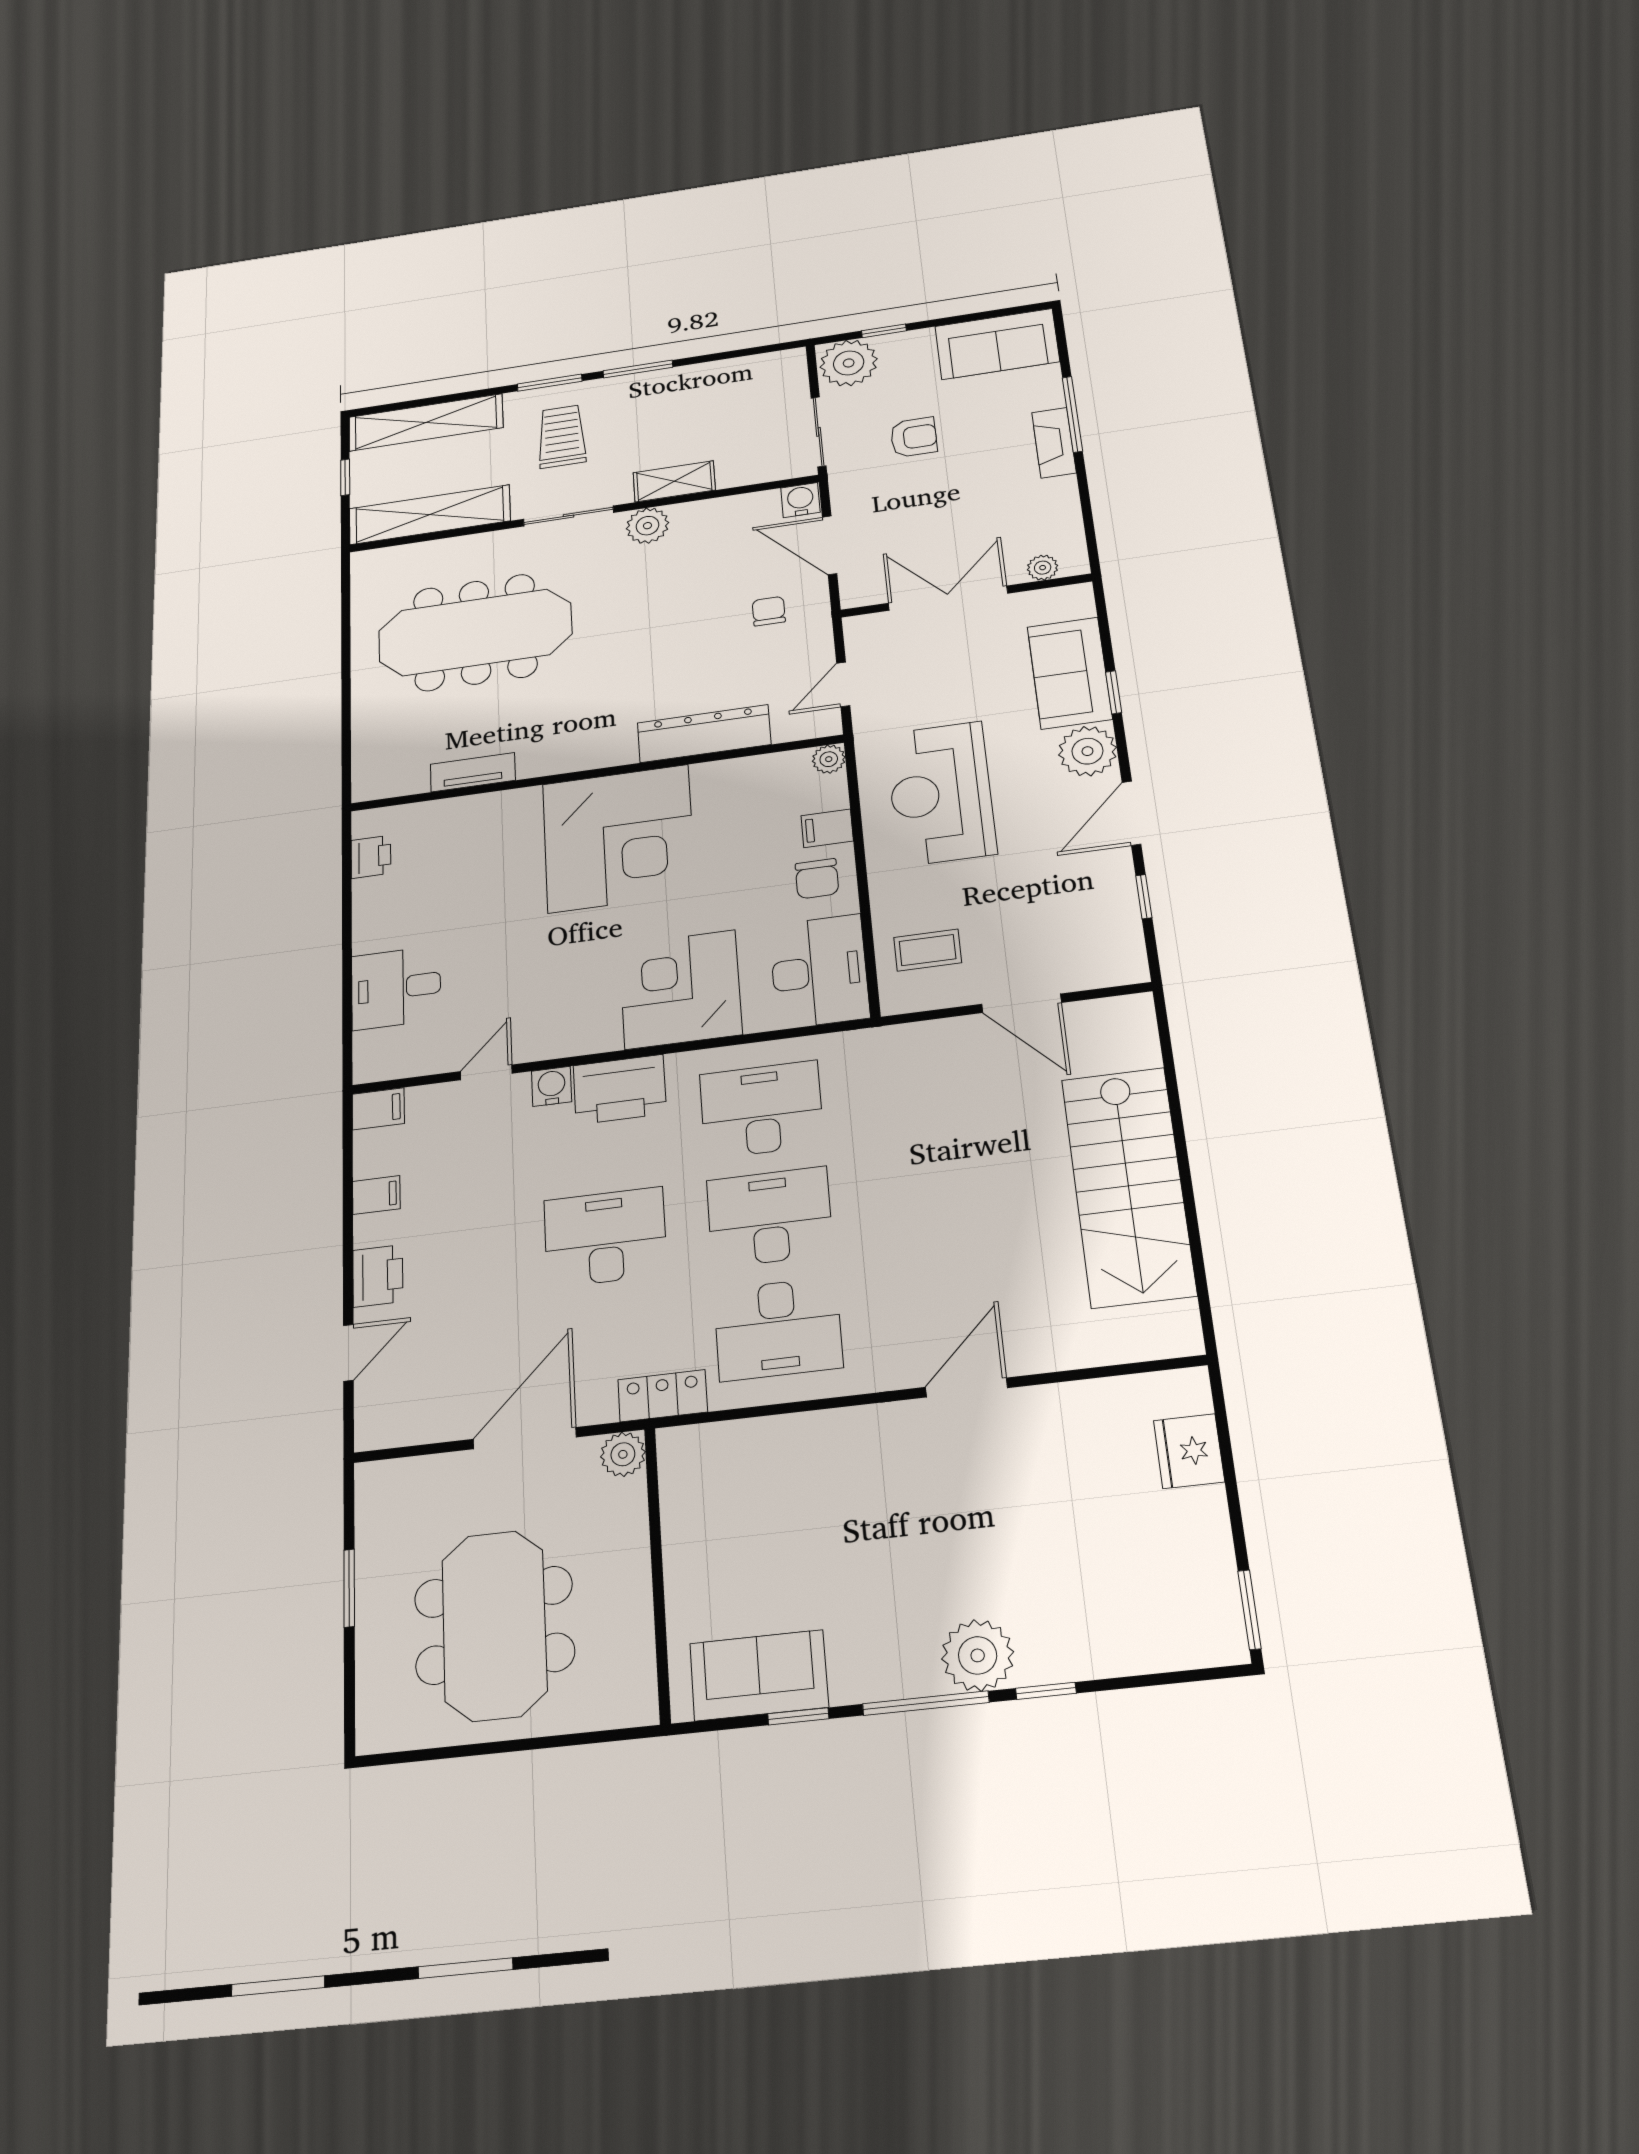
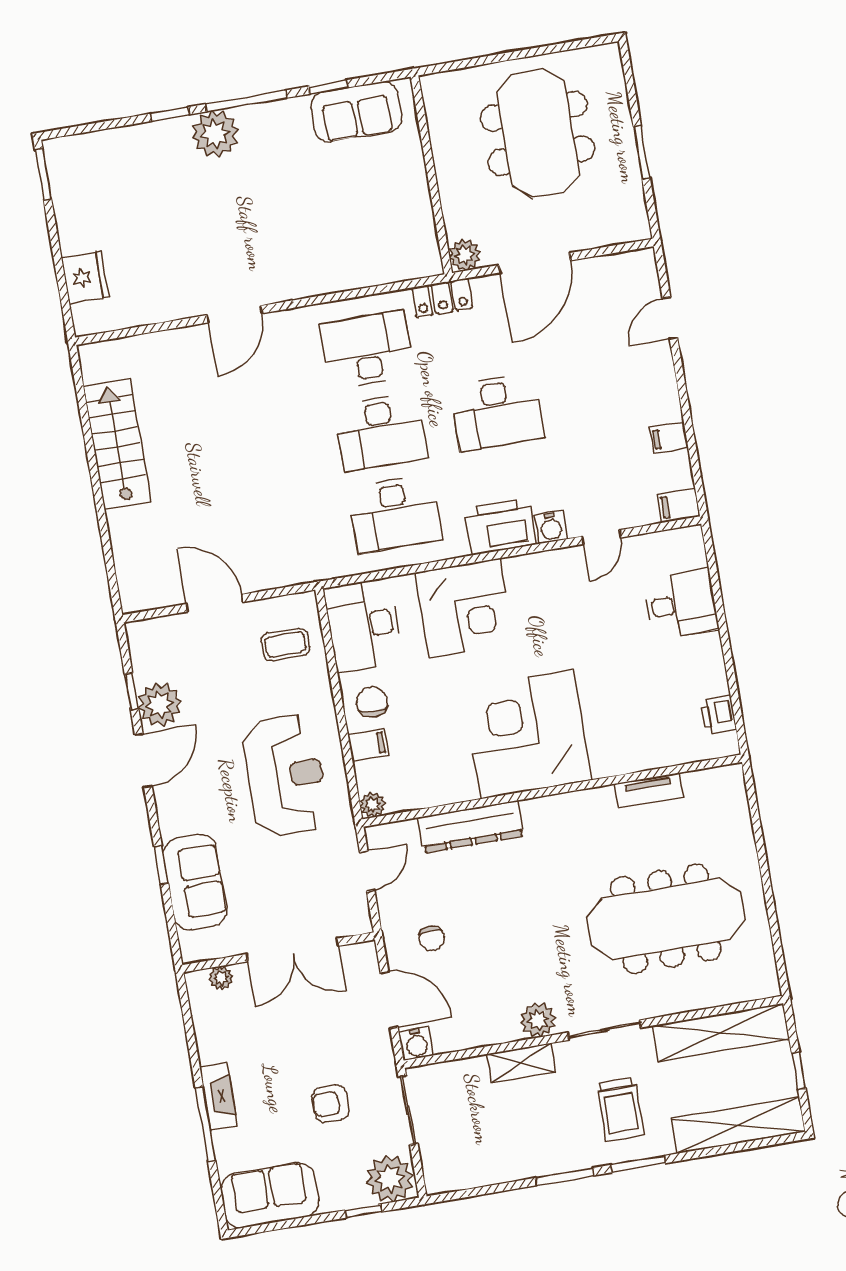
plant: (1087, 751) -> (160, 705), moved
stairs: (1128, 1186) -> (117, 444), width x0.73, depth x0.66
printer: (378, 1276) -> (658, 376), removed

